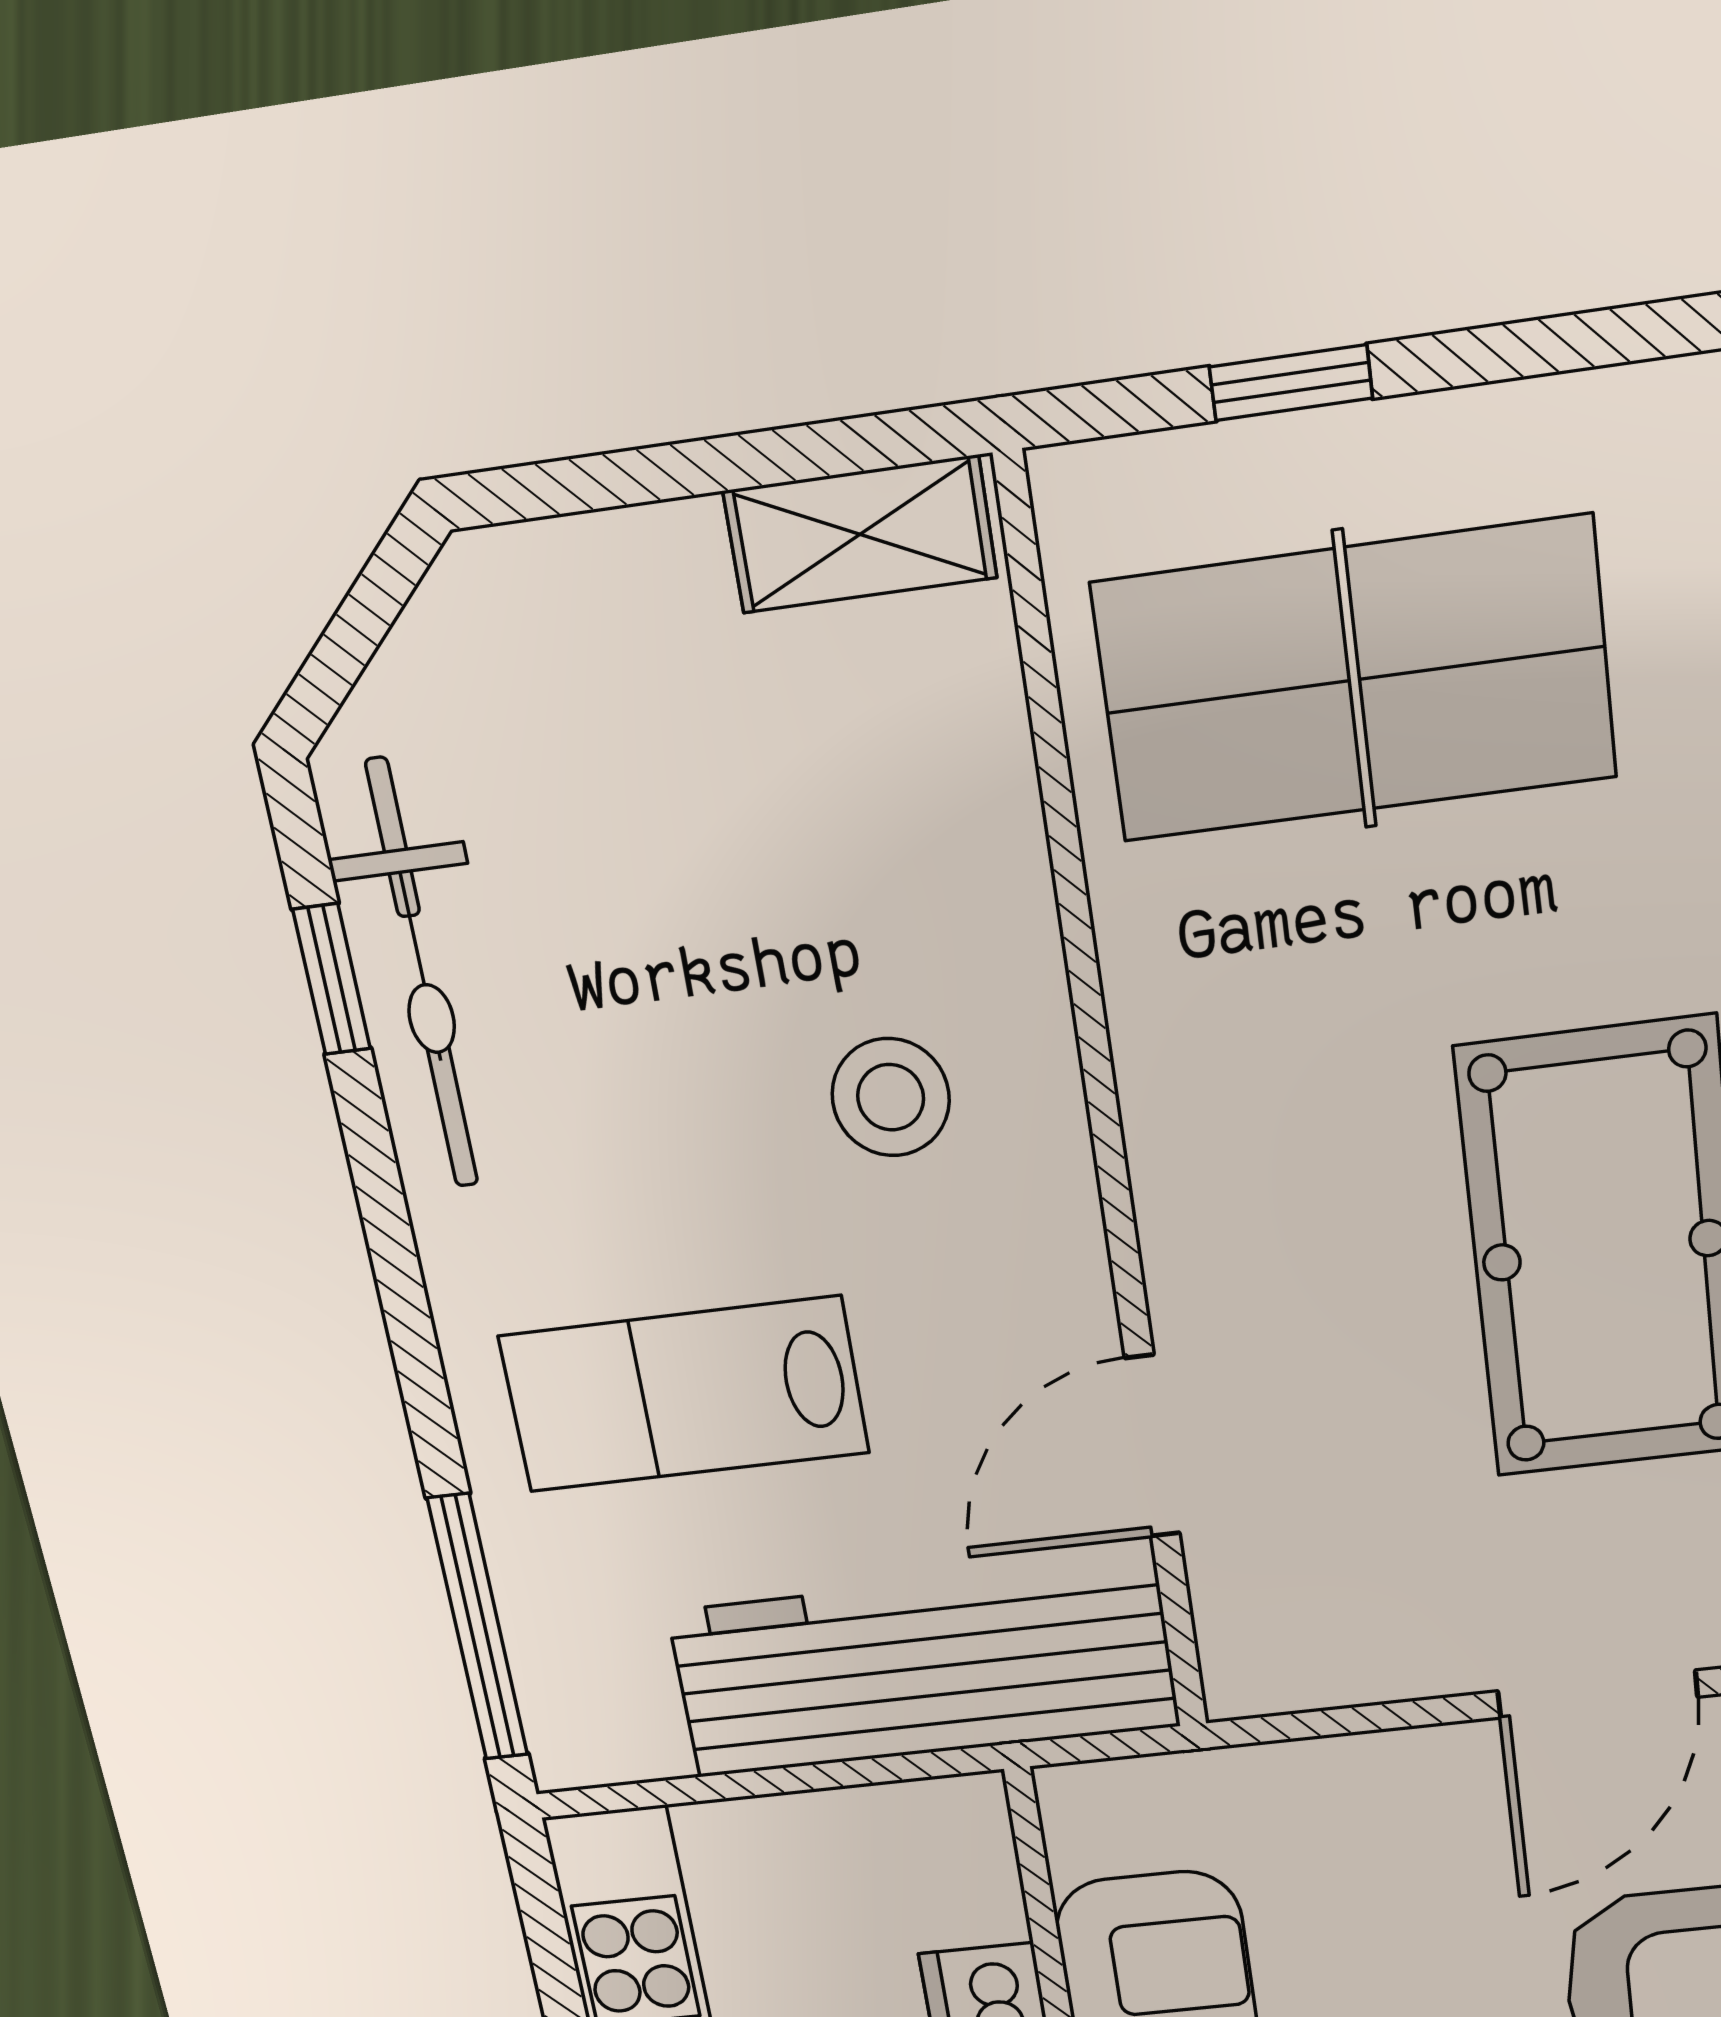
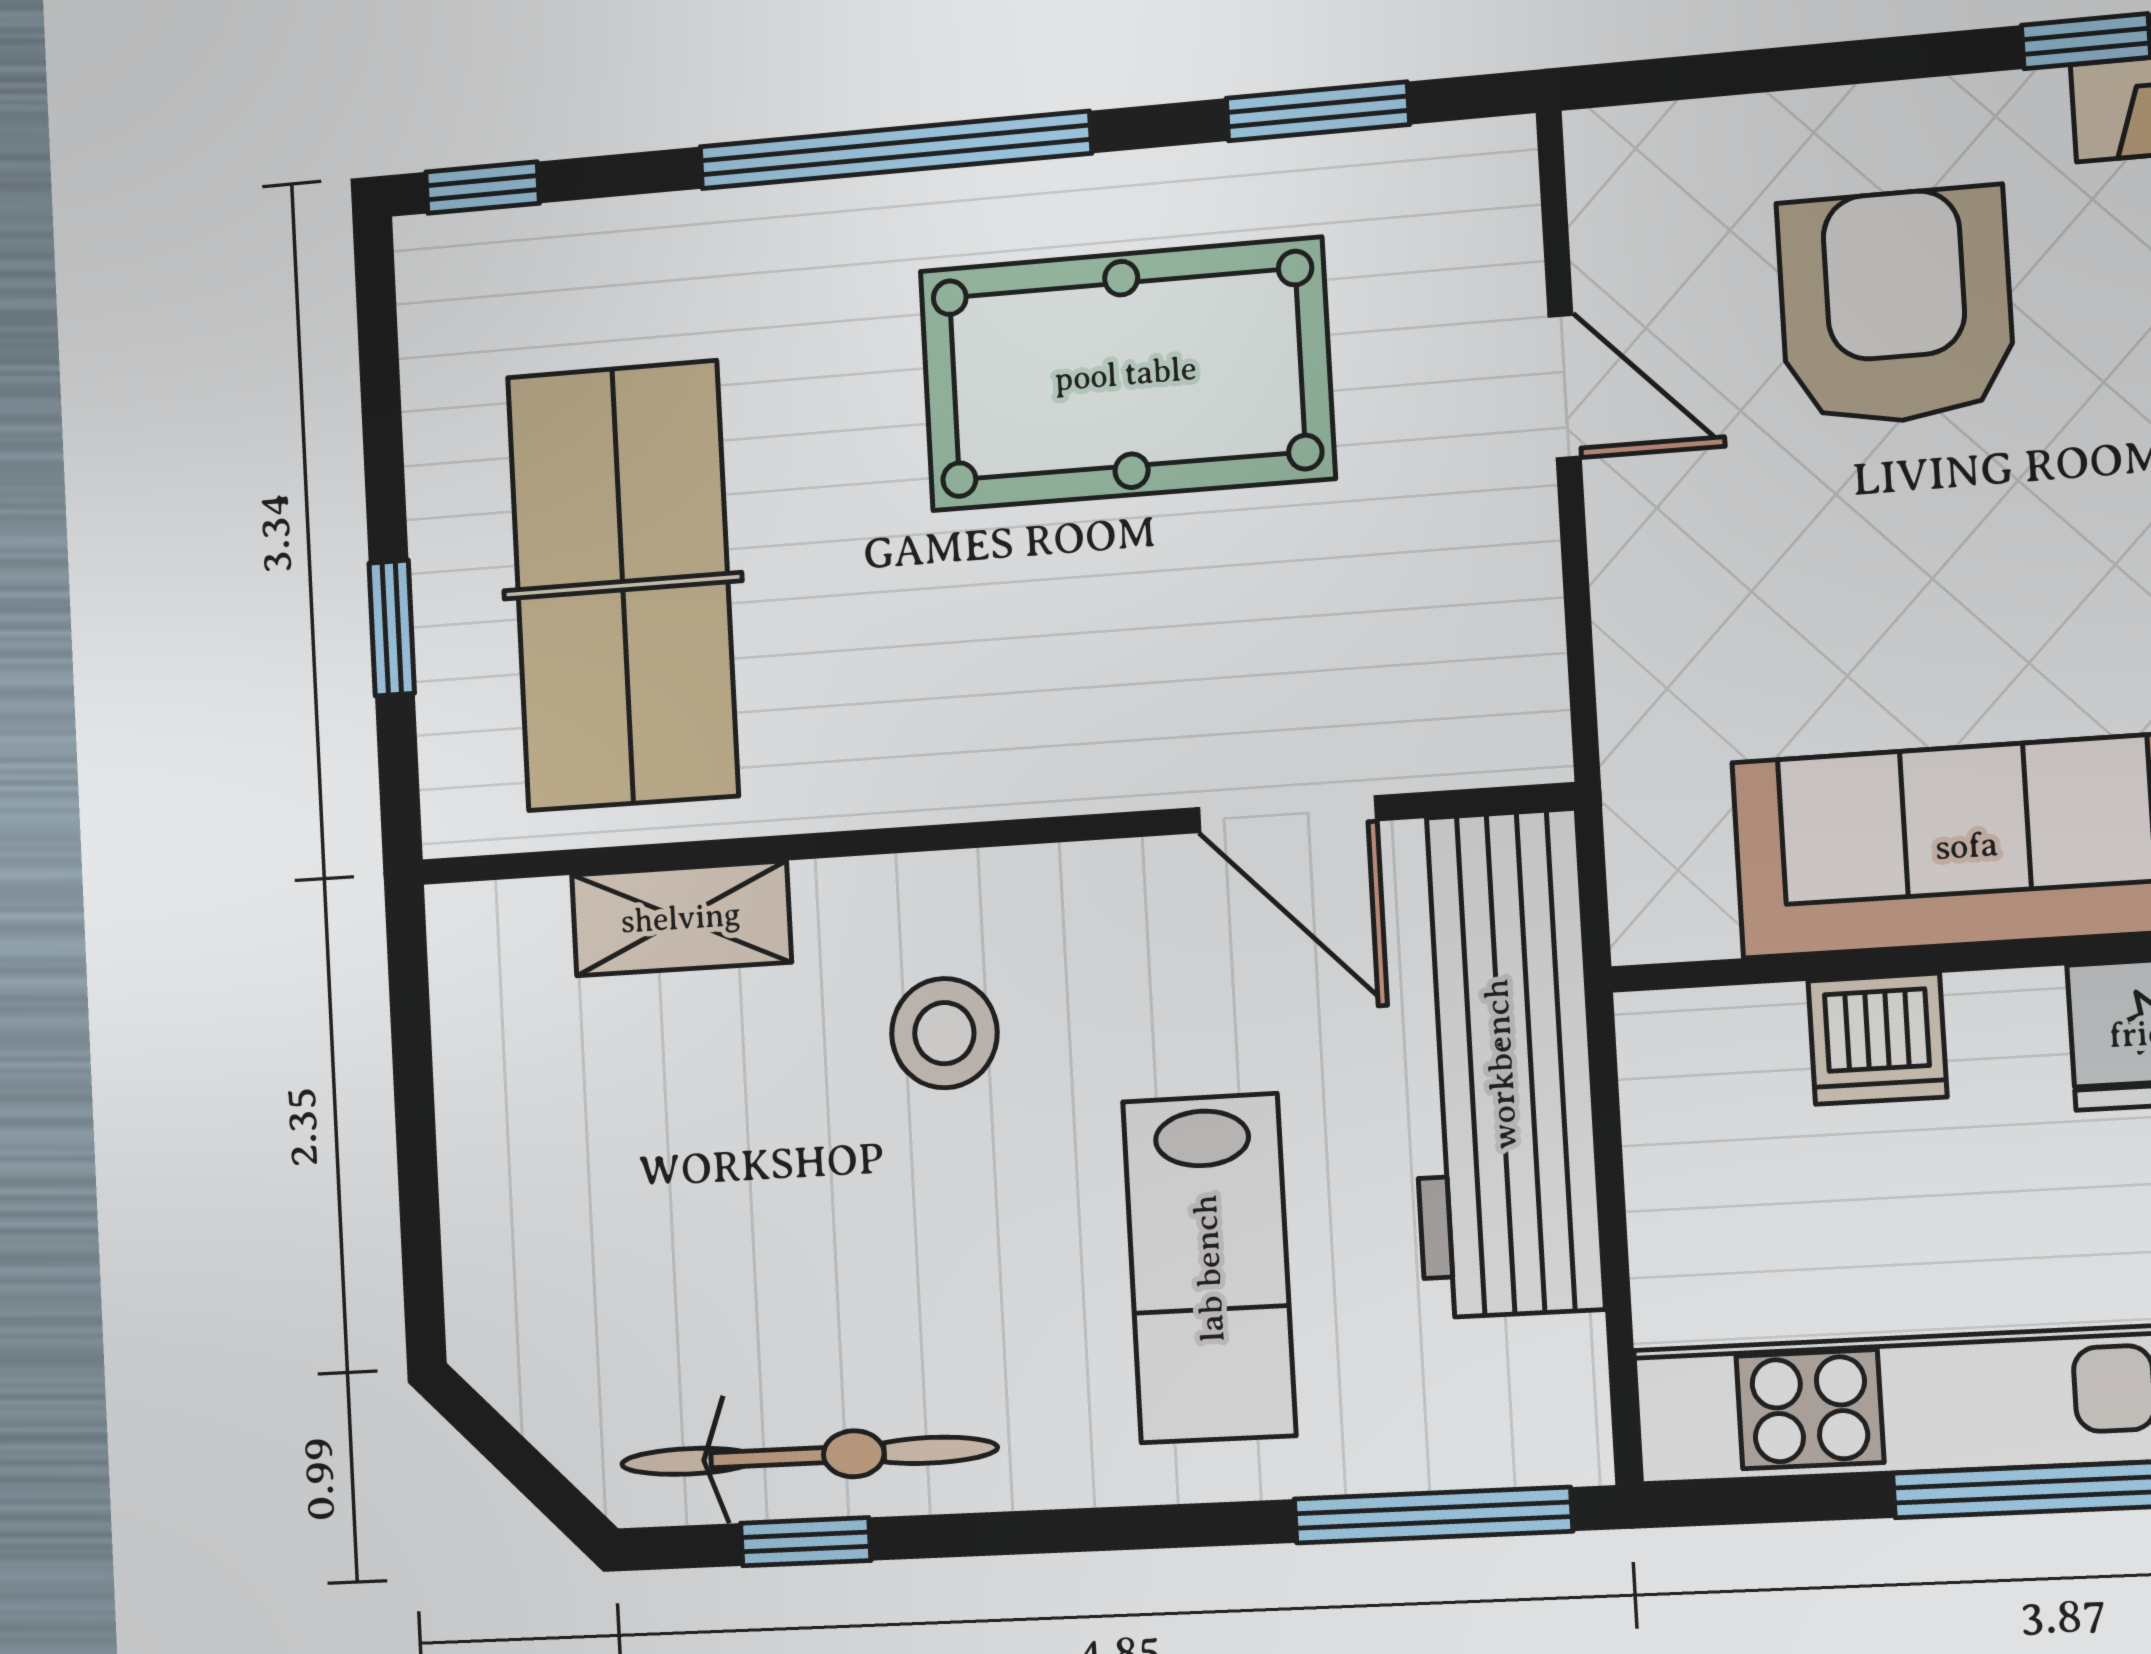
shelving: (860, 534) -> (681, 918), moved, turned 90
door: (1598, 1694) -> (1565, 386), width x0.73

